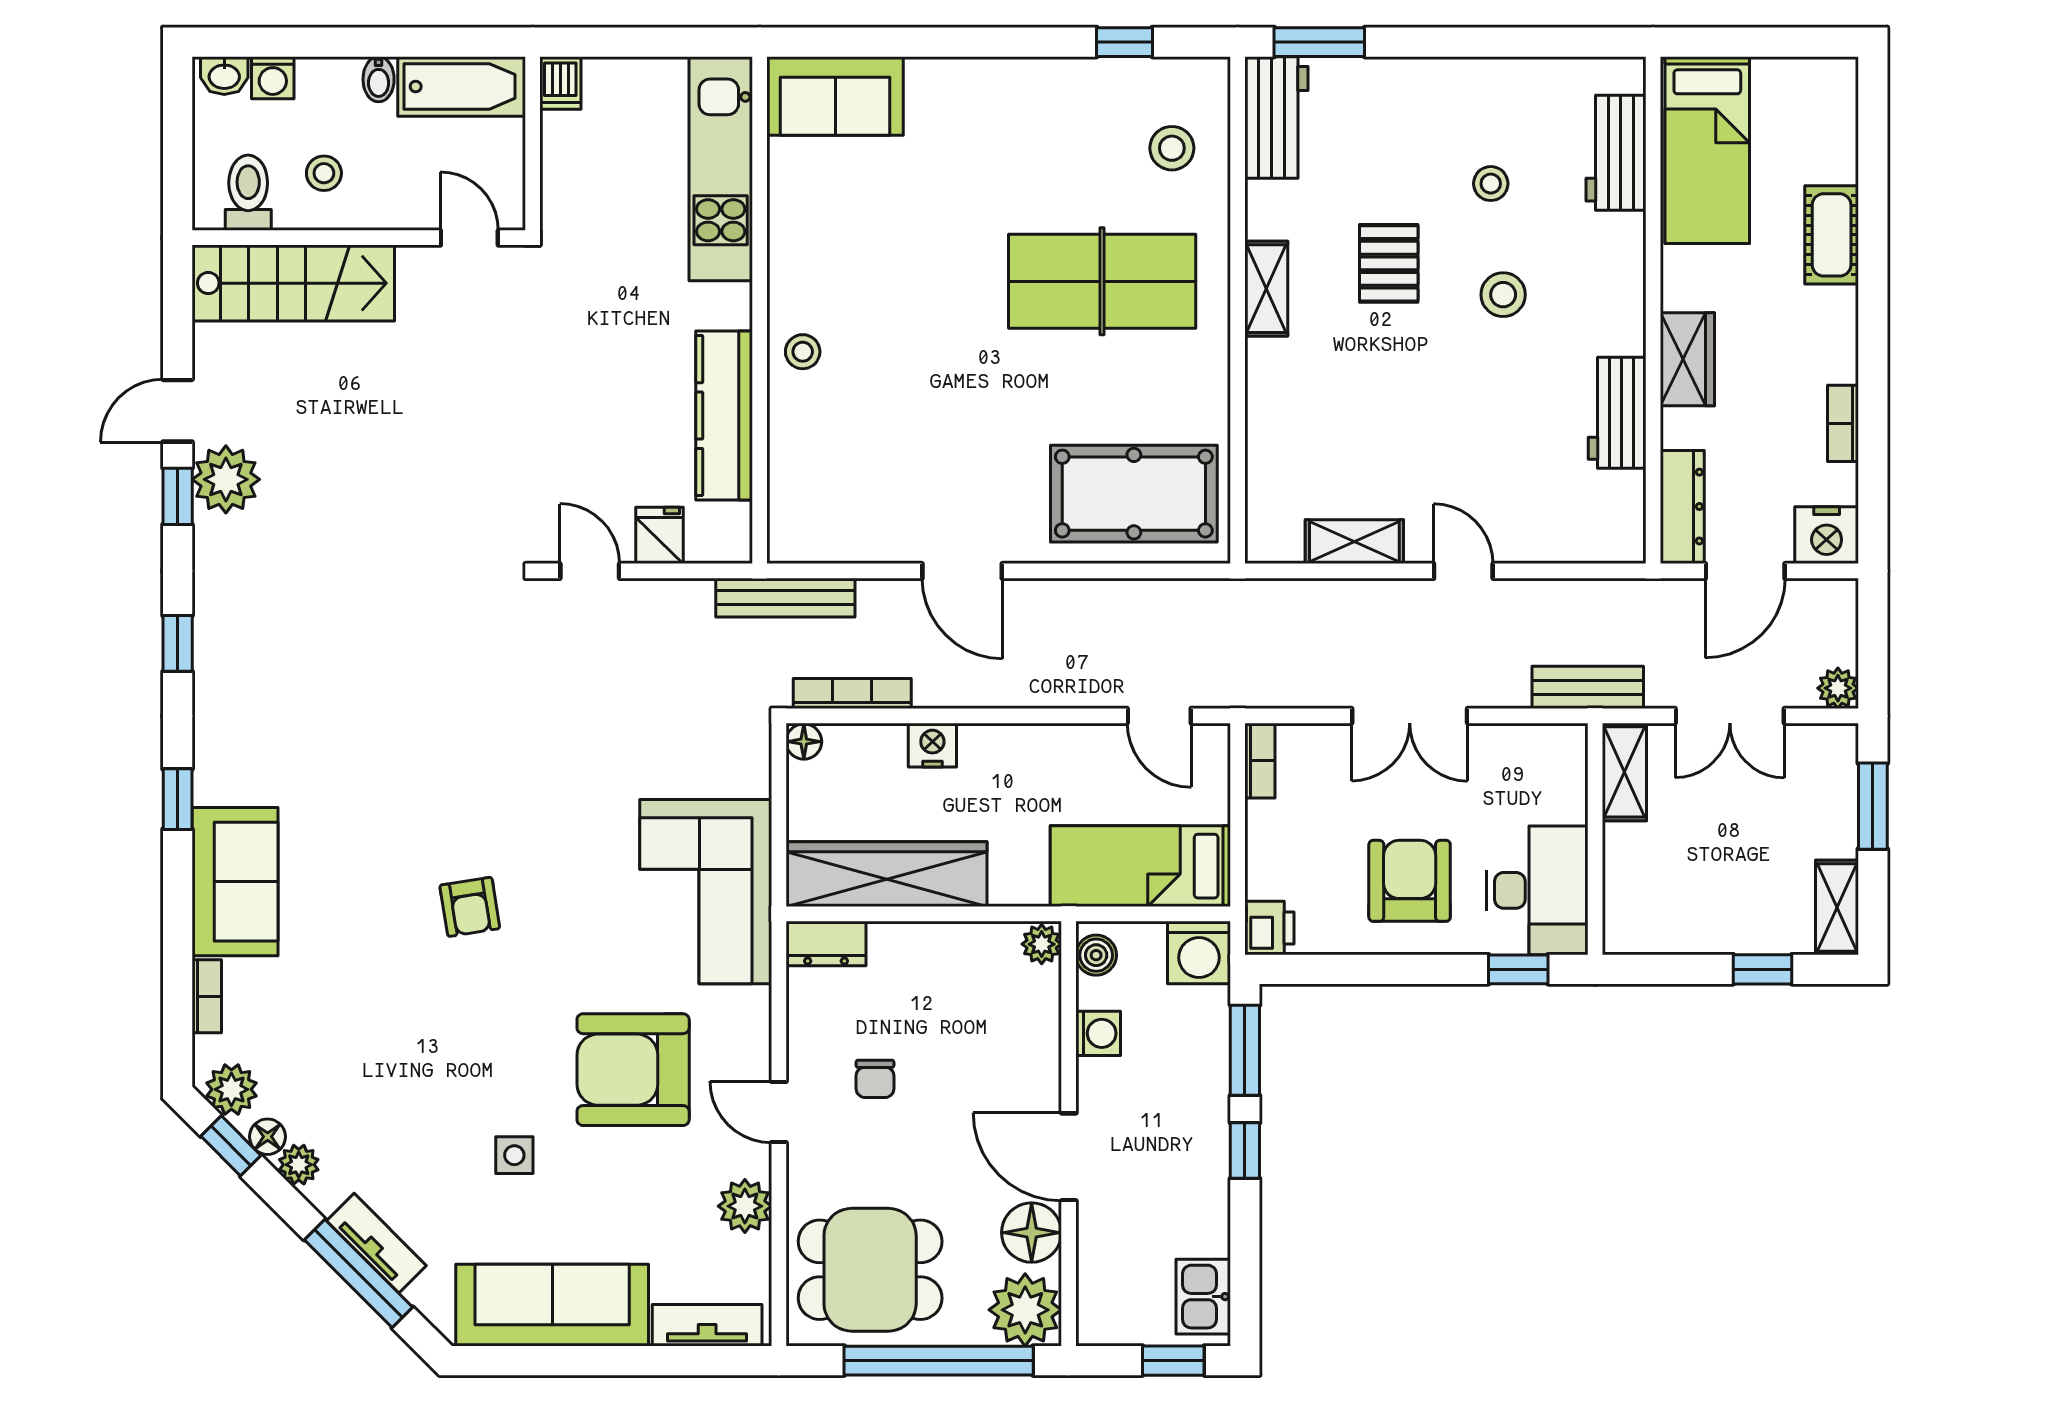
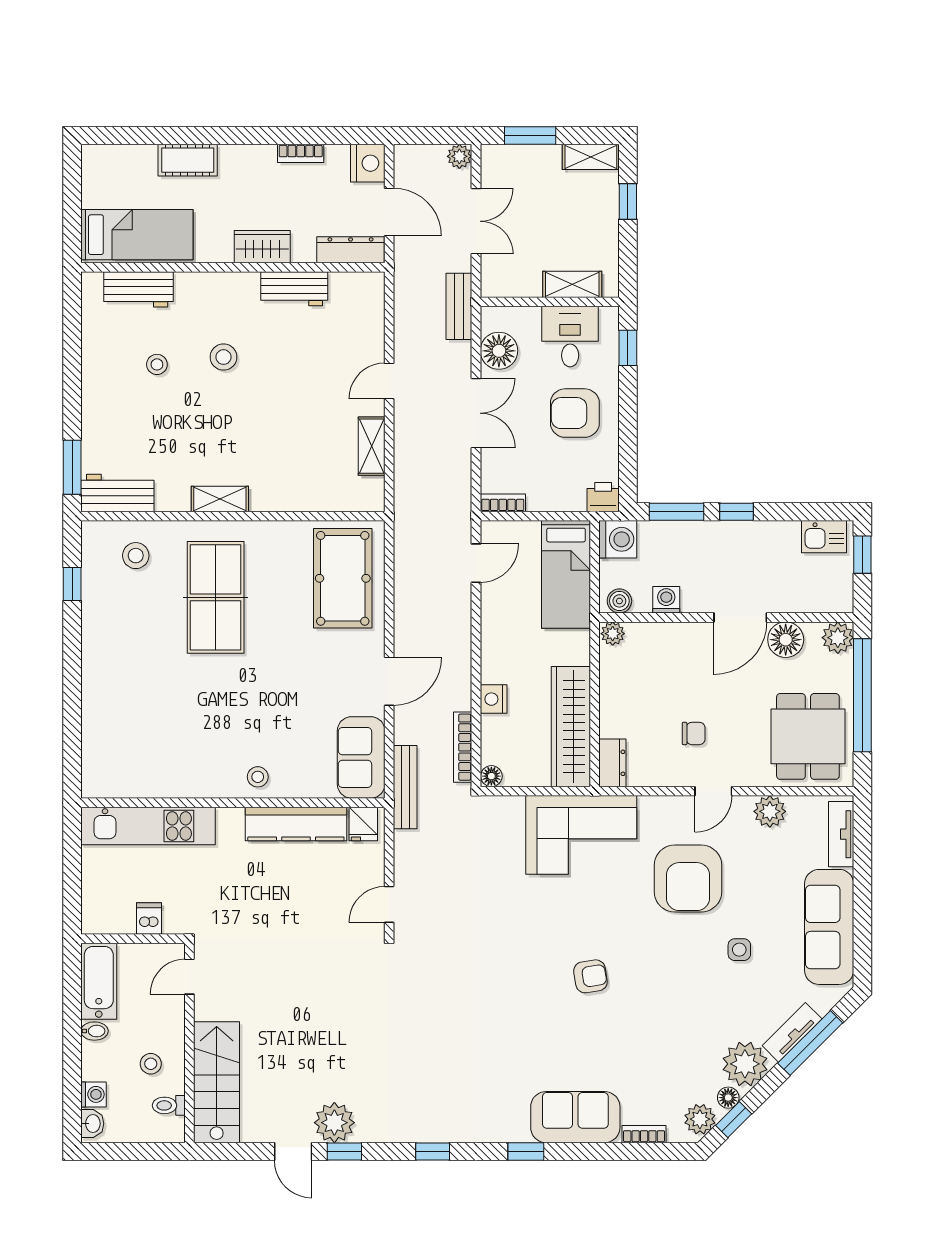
dishwasher: (560, 83) -> (149, 919), moved, turned -90
sofa: (835, 96) -> (361, 757), moved, turned 180
toilet: (248, 193) -> (169, 1105), width x0.73, depth x0.72
pallet: (1389, 263) -> (205, 426), removed
fridge: (660, 535) -> (363, 824), moved, turned -90
floor lamp: (1514, 754) -> (499, 351), added
shelving: (1624, 772) -> (572, 284), moved
desk: (1537, 890) -> (570, 337), width x0.73
plant: (299, 1165) -> (745, 1064), width x1.87, depth x1.87
plant: (1025, 1310) -> (838, 638), width x0.73, depth x0.73

